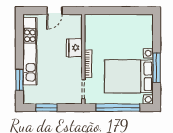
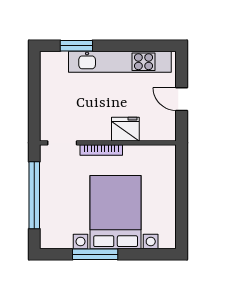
bed with nightstands: (129, 76) -> (116, 212), moved
window: (46, 108) -> (34, 87), removed

